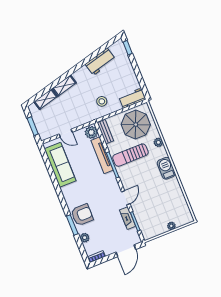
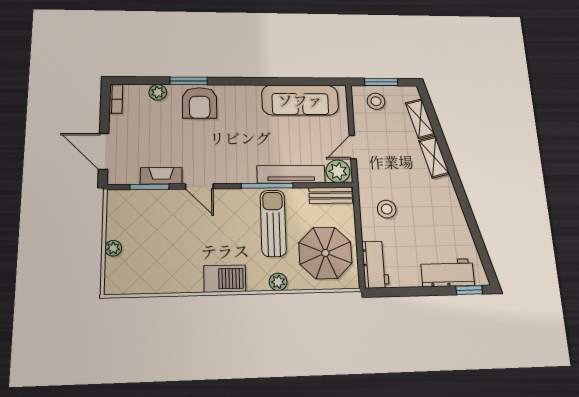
workbench: (100, 62) -> (448, 273), moved, turned 104
stool: (45, 125) -> (376, 101), added
door: (66, 133) -> (353, 147), moved

